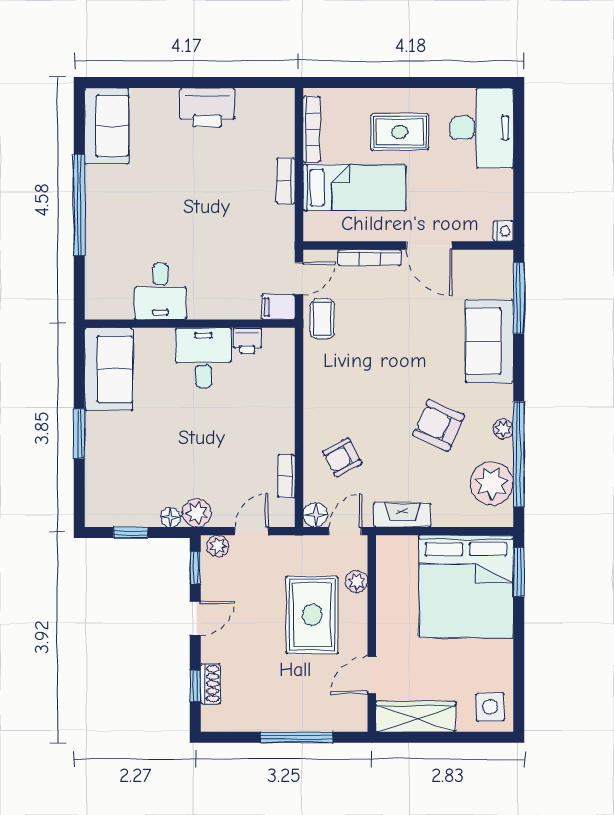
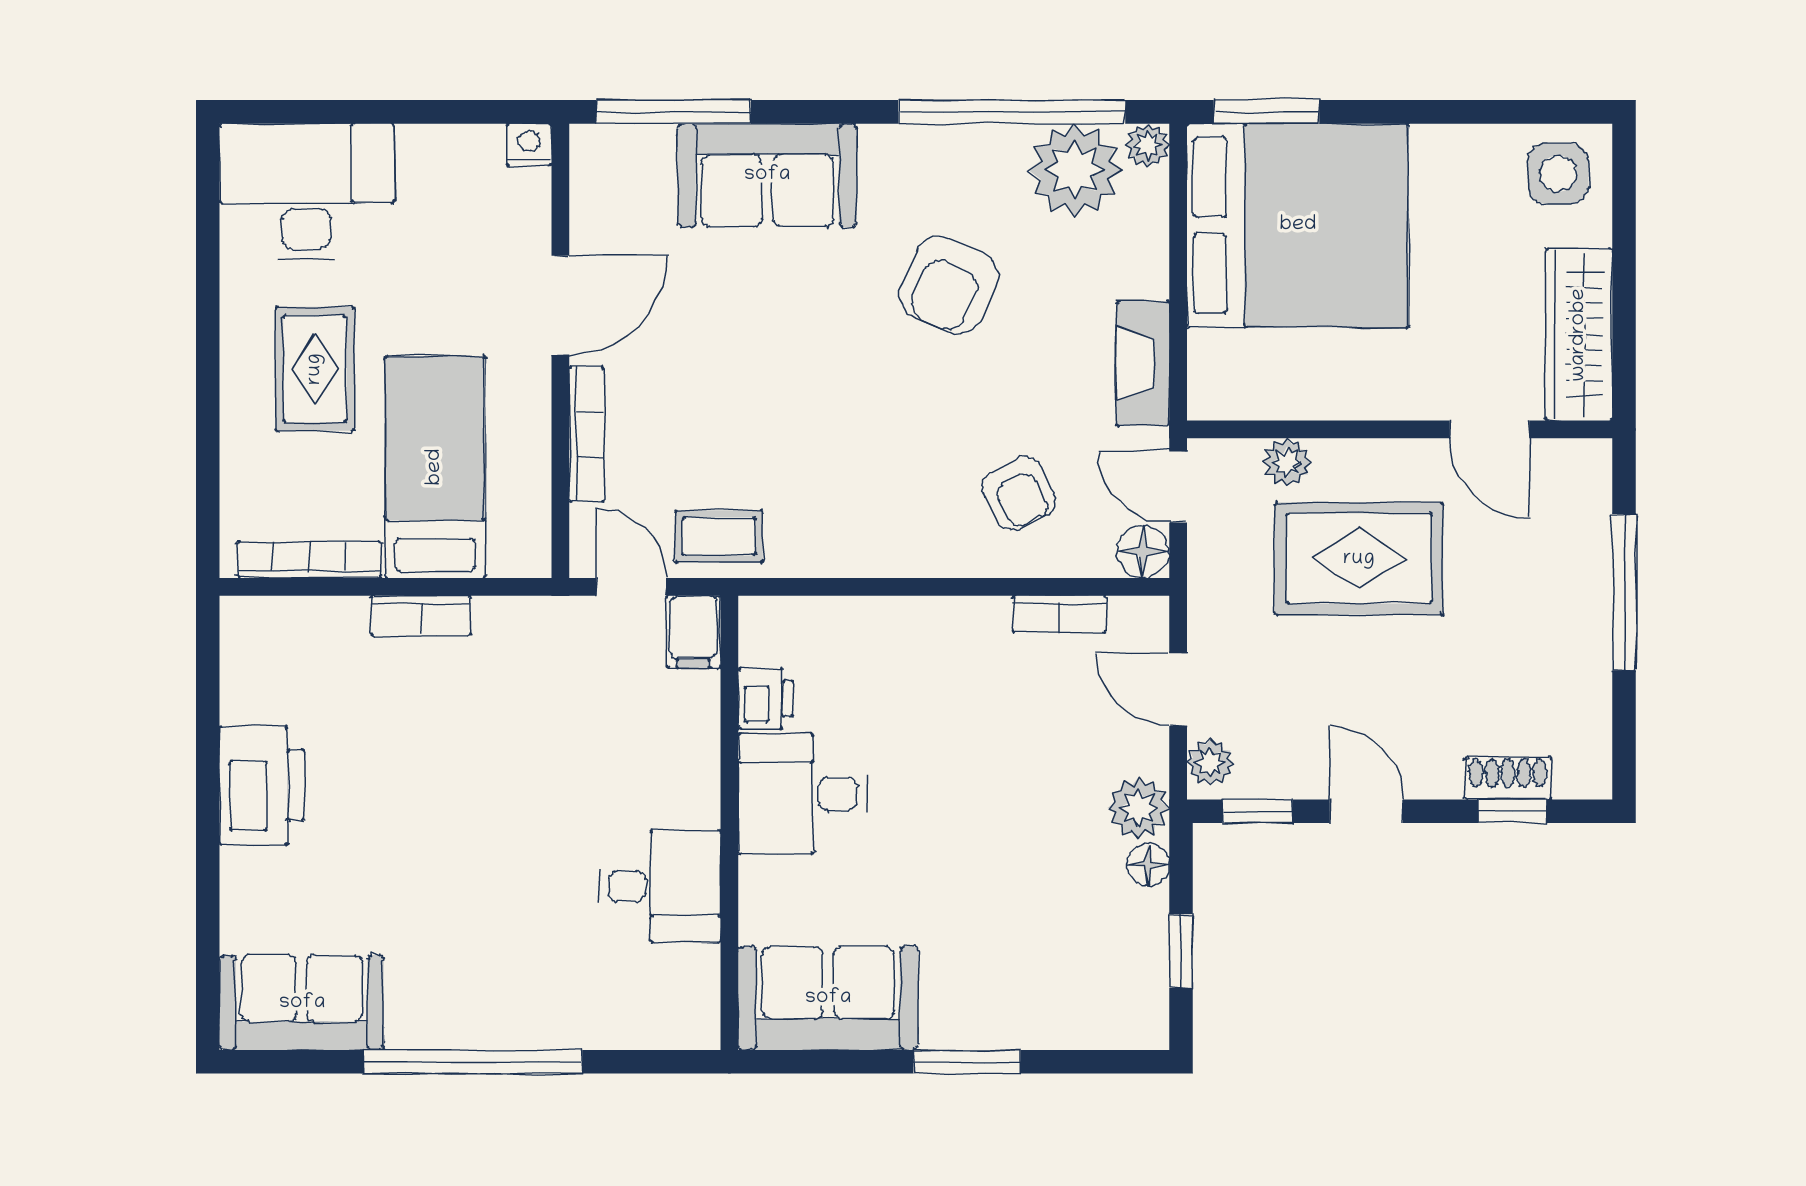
plant: (503, 429) -> (1148, 145), moved

